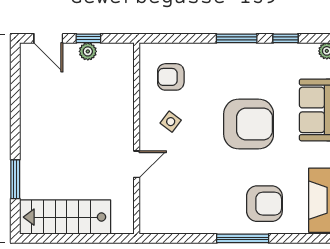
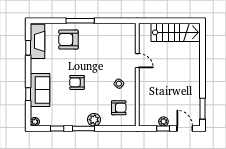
plant: (217, 55) -> (94, 120), added
armchair: (249, 124) -> (77, 82), width x0.53, depth x0.53
door: (137, 164) -> (137, 61), swing flipped
window: (15, 179) -> (203, 109), moved

